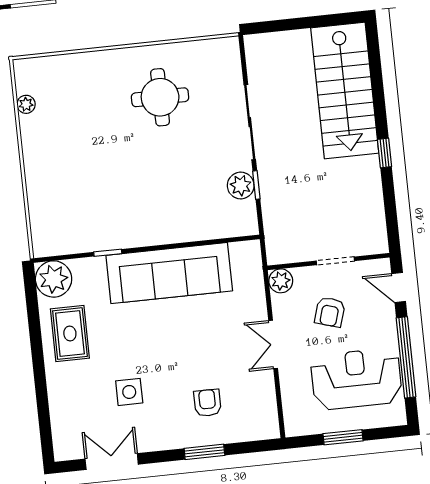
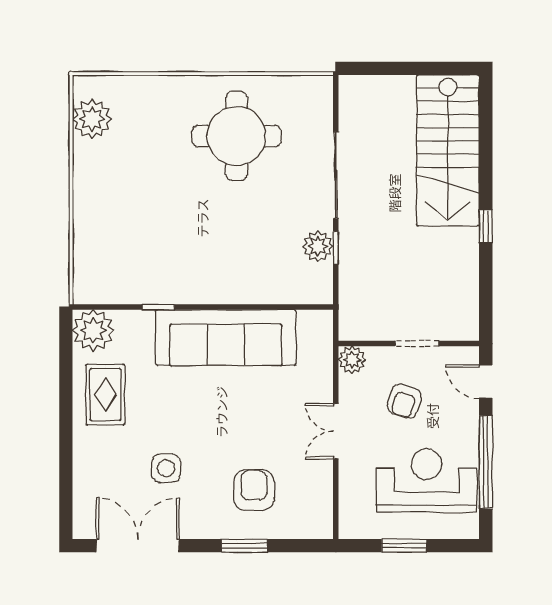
round table: (160, 97) -> (237, 136), width x1.36, depth x1.36
plant: (26, 104) -> (92, 119), width x1.88, depth x1.88
armchair: (207, 403) -> (254, 490), width x1.38, depth x1.38
double door: (112, 462) -> (138, 546), width x1.37

